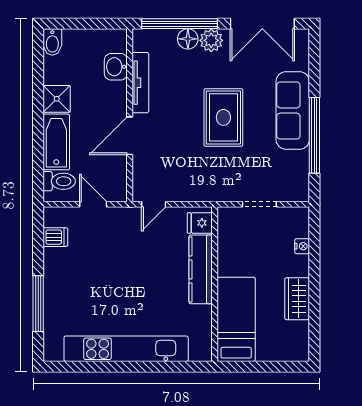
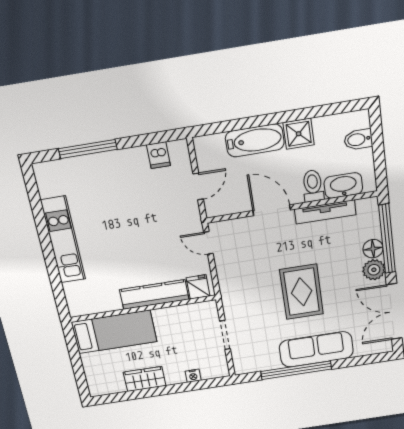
bidet: (52, 42) -> (358, 139), moved
washbasin: (116, 67) -> (343, 185), width x1.38
rug: (223, 117) -> (302, 292), turned 90
toilet: (59, 181) -> (313, 186), moved, turned 180
kitchen unit: (126, 349) -> (63, 240), width x0.73

